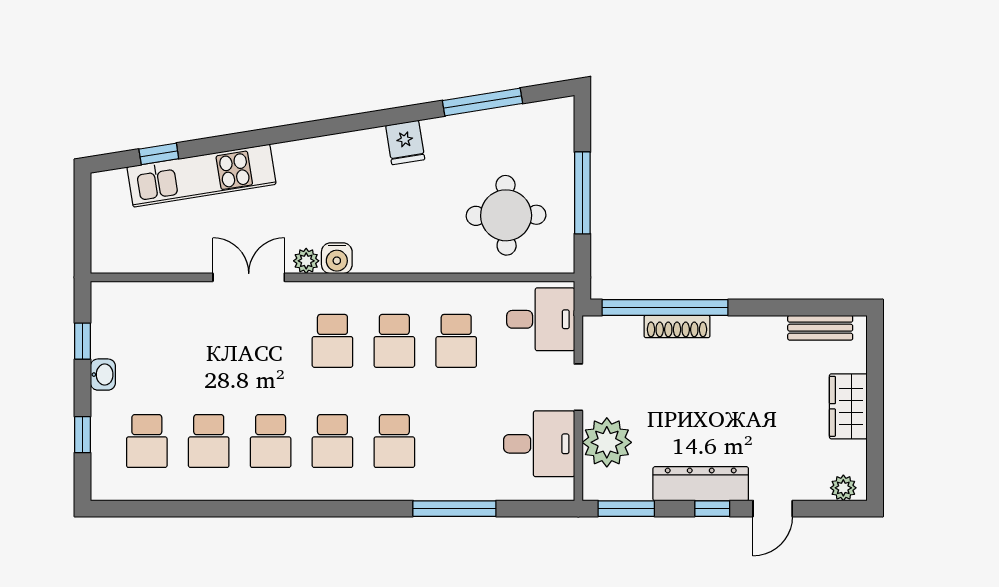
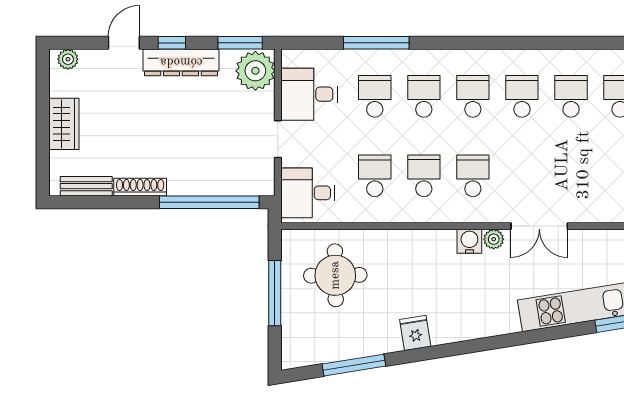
shoe rack: (677, 326) -> (140, 187), moved
school desk: (456, 441) -> (375, 96), added
plant: (607, 442) -> (255, 71), moved

